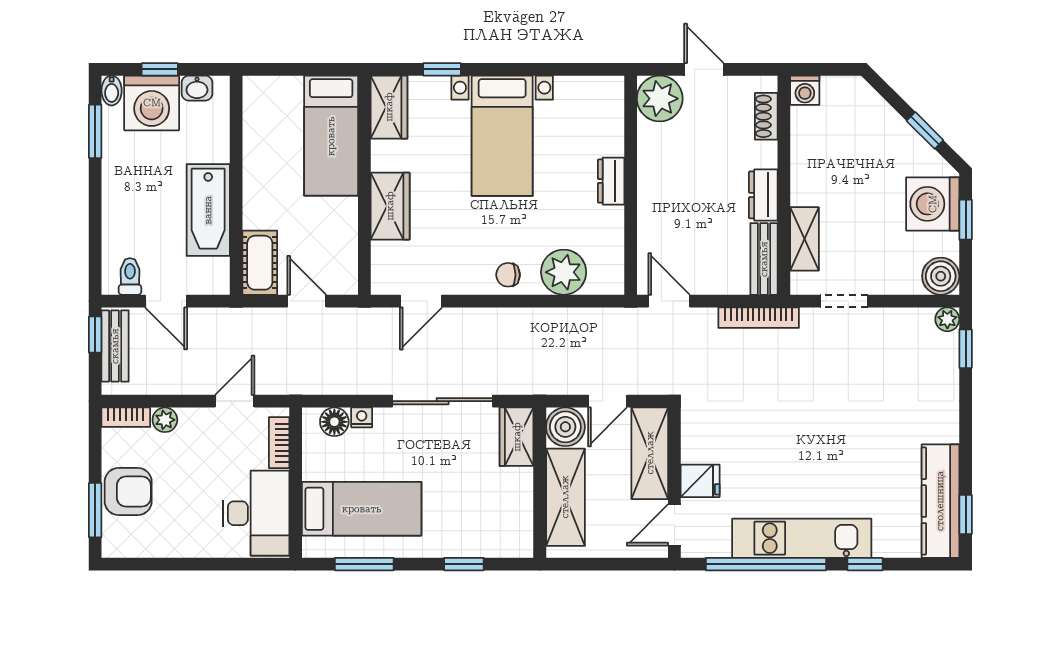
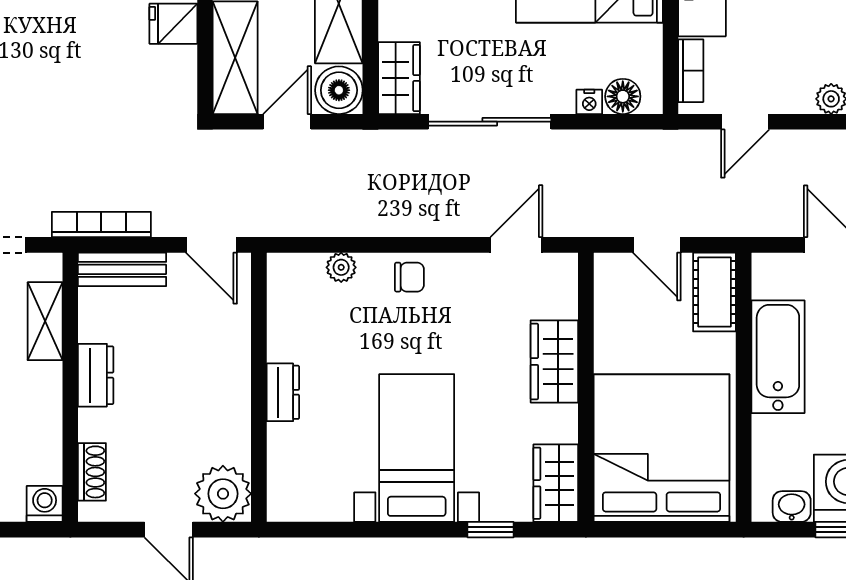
bed: (331, 136) -> (661, 448), width x2.04
bench: (764, 259) -> (122, 269), moved, turned 90
plant: (564, 272) -> (341, 267), width x0.53, depth x0.53

